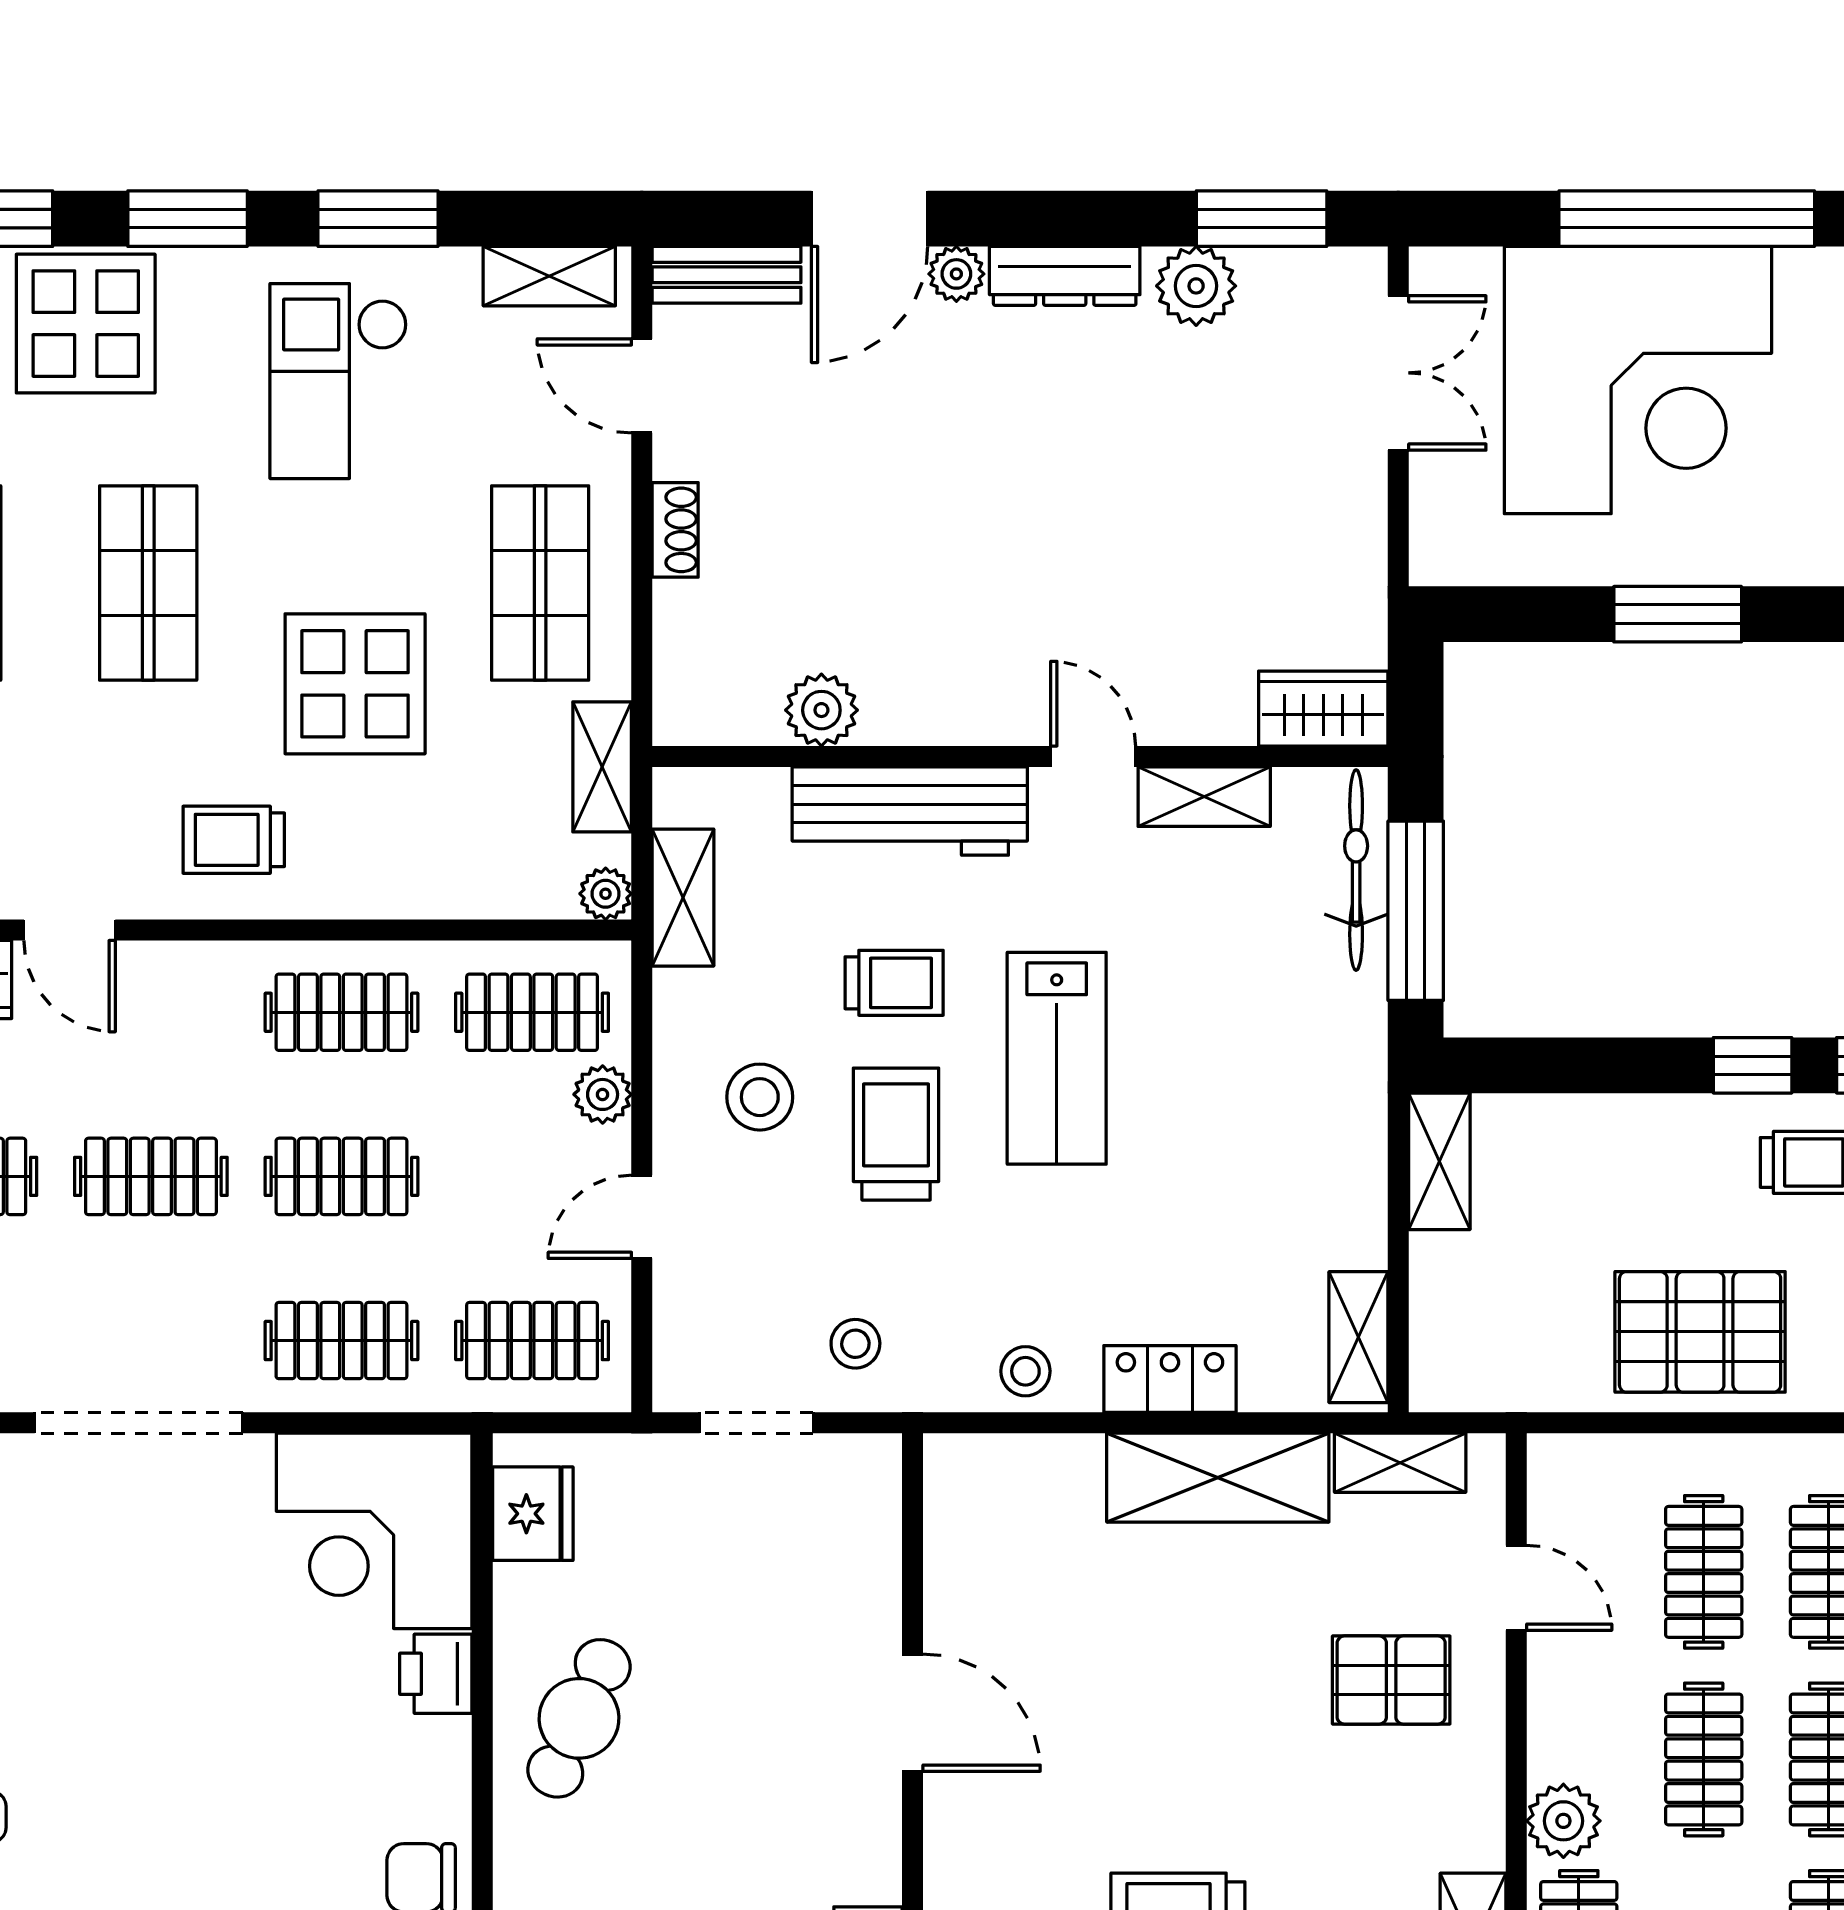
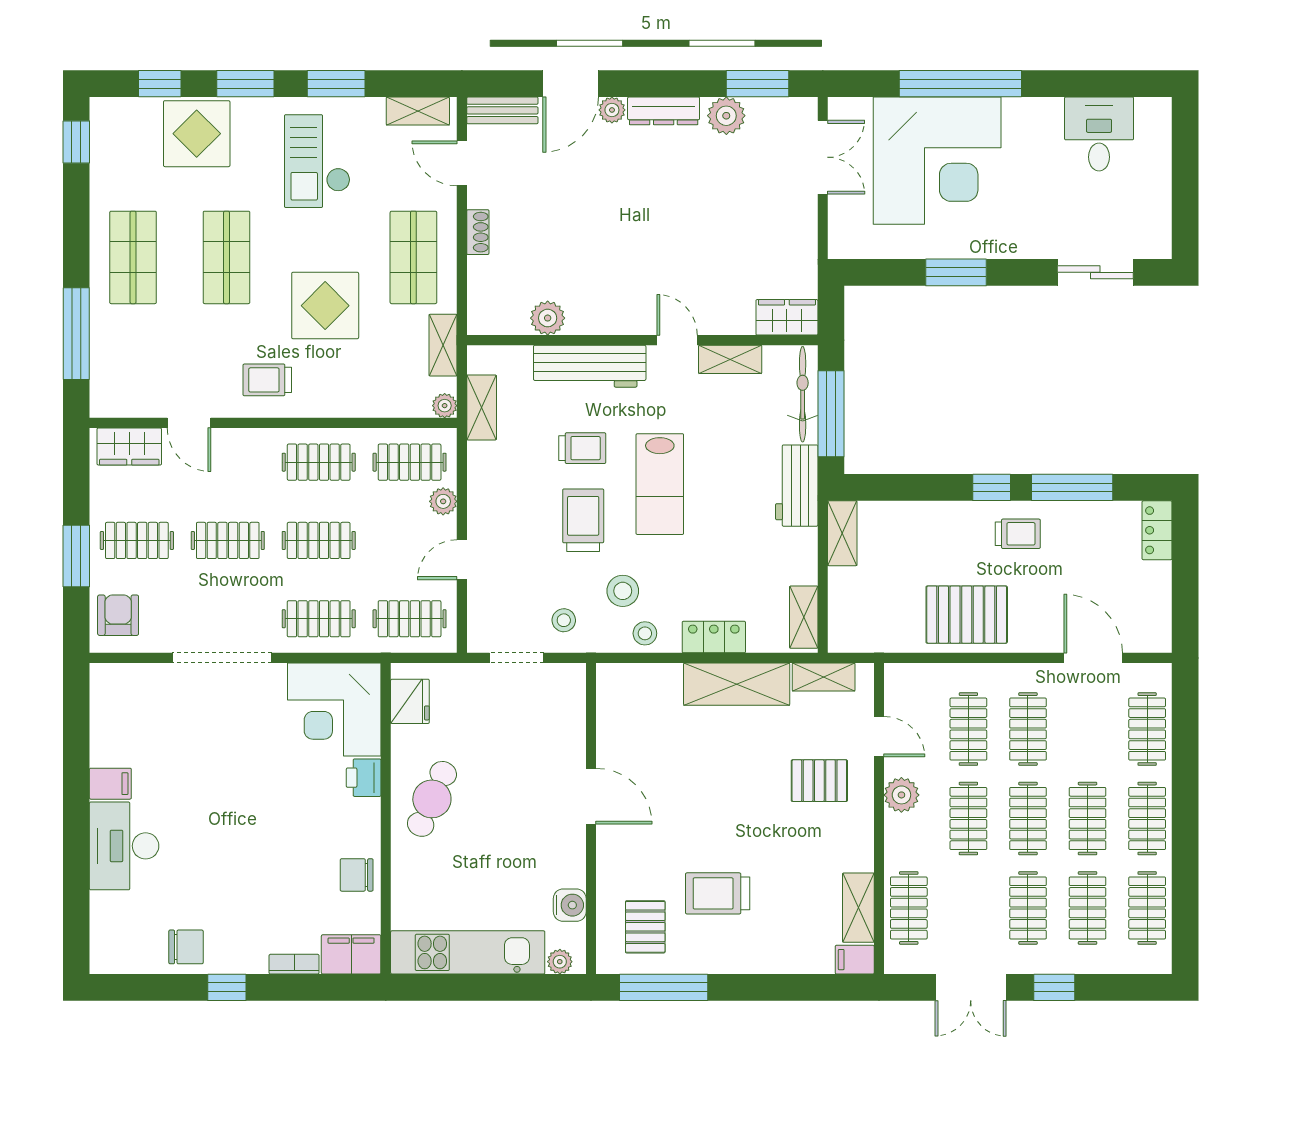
workbench: (1344, 1061) -> (797, 486), added
stool: (760, 1097) -> (623, 591), moved
plant: (1563, 1821) -> (901, 795), moved

